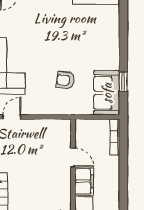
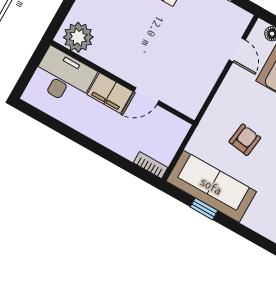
sofa: (107, 93) -> (211, 186), width x1.36
bookcase: (115, 137) -> (151, 165), width x0.64

